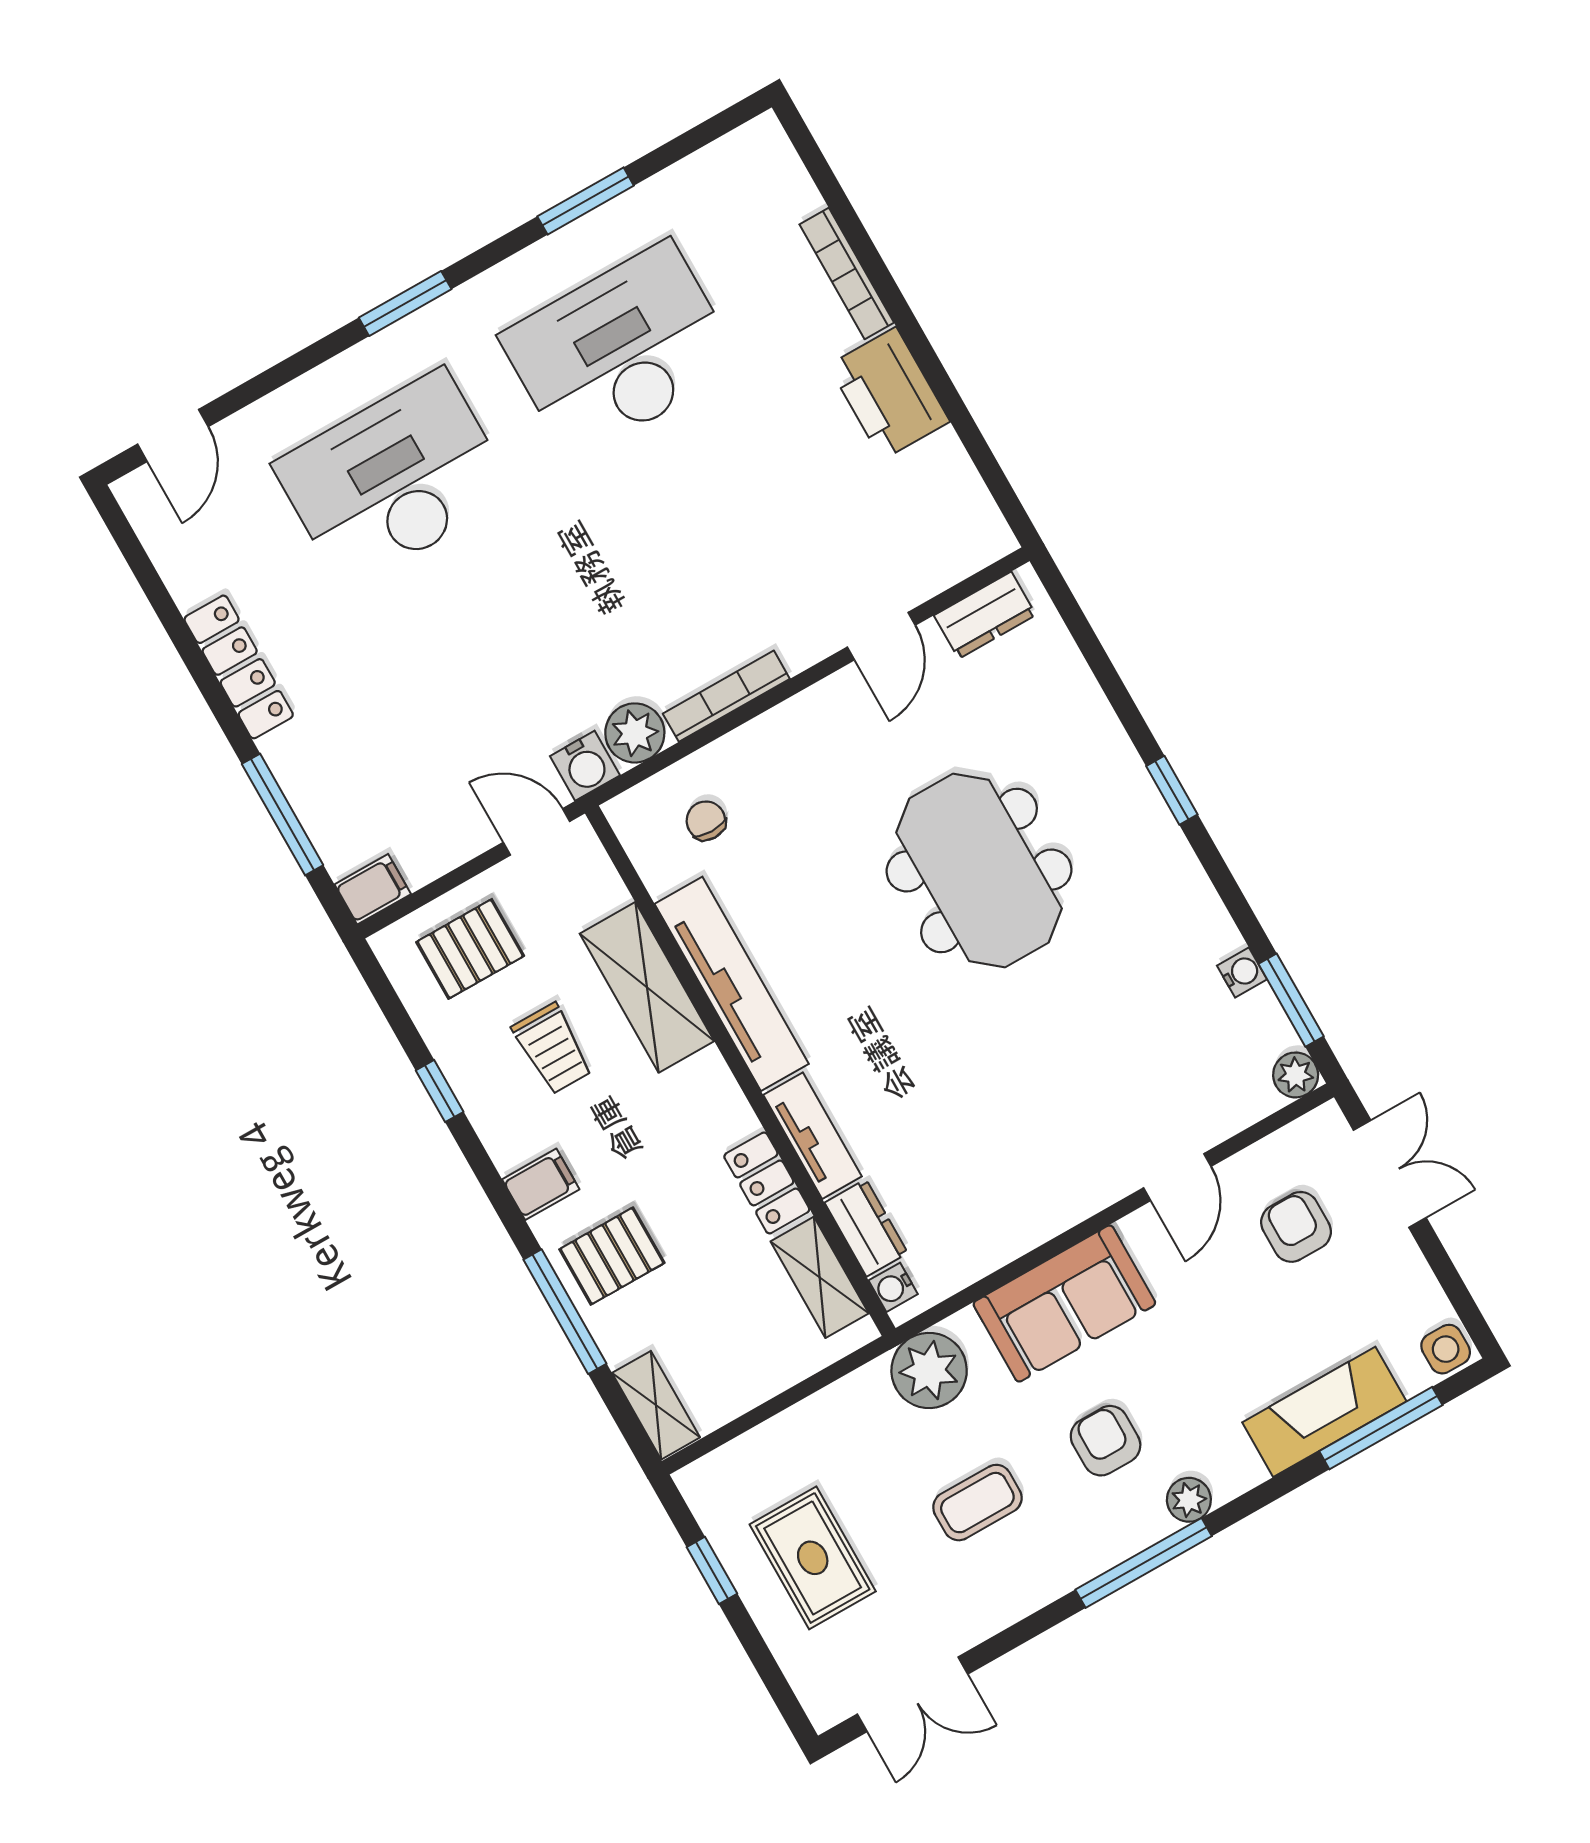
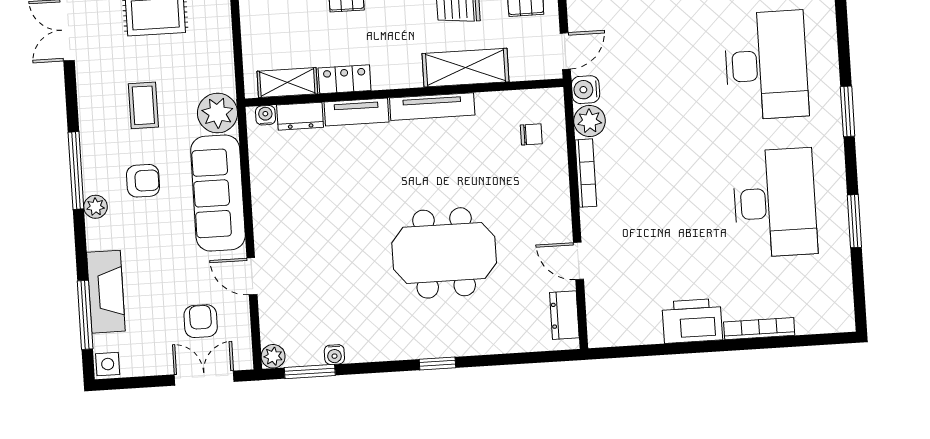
tv unit: (732, 984) -> (432, 107), width x0.73, depth x0.78
double door: (1390, 1174) -> (204, 378), swing flipped
armchair: (1296, 1227) -> (201, 321), turned -90
sofa: (1064, 1304) -> (218, 193), width x1.36

